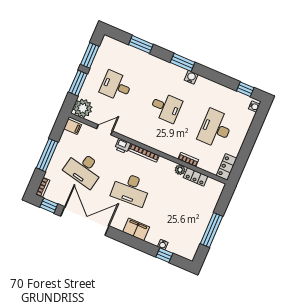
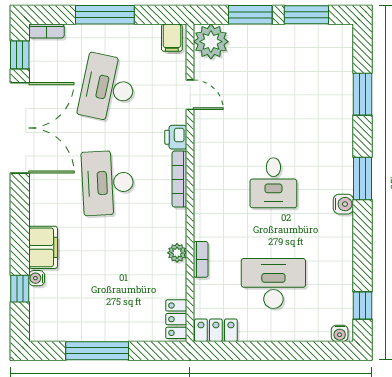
desk: (116, 86) -> (273, 82), removed
locker: (196, 177) -> (176, 319), moved
filing cabinet: (136, 229) -> (43, 247), moved

